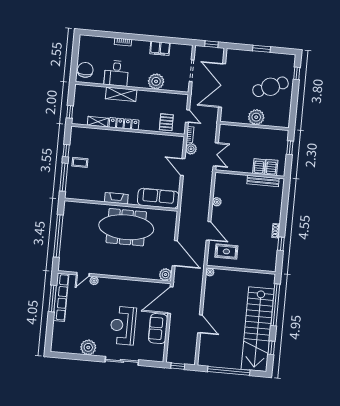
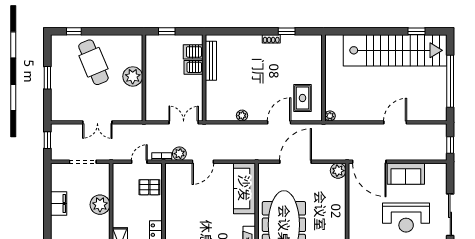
double door: (222, 85) -> (97, 122), width x0.54
door: (175, 253) -> (296, 162), moved
window: (275, 305) -> (363, 31), removed

